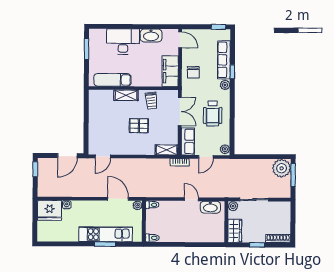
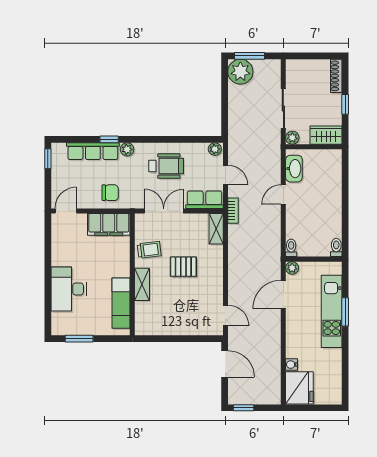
washbasin: (151, 35) -> (60, 251), removed
pallet: (139, 126) -> (183, 267), turned 90

